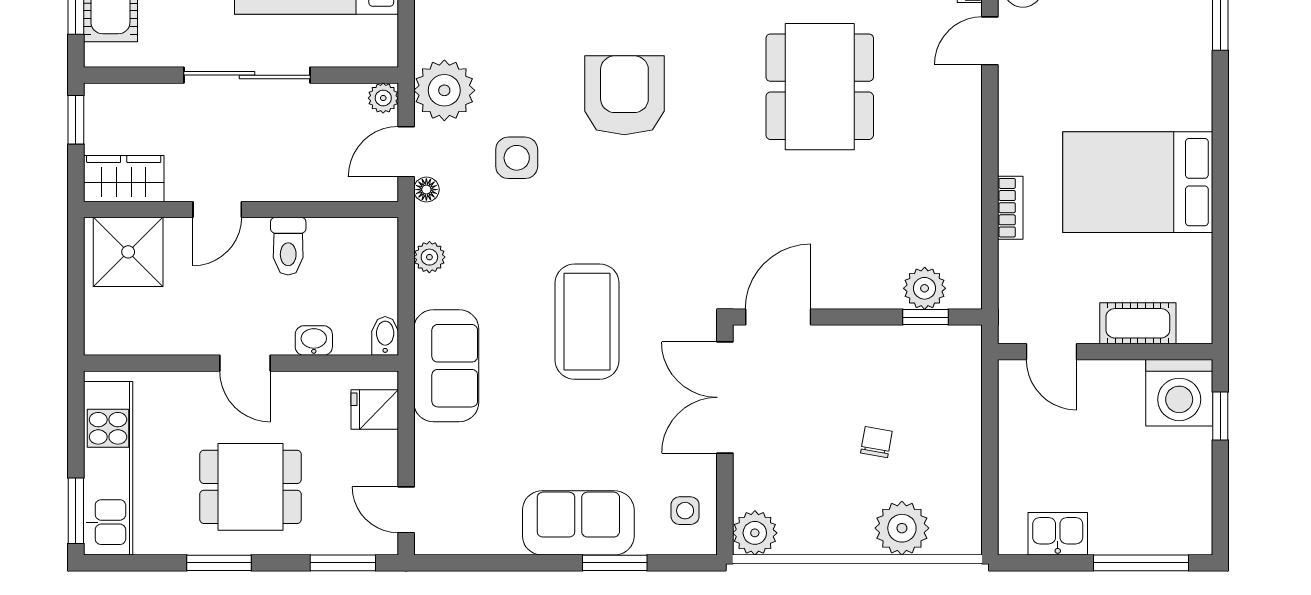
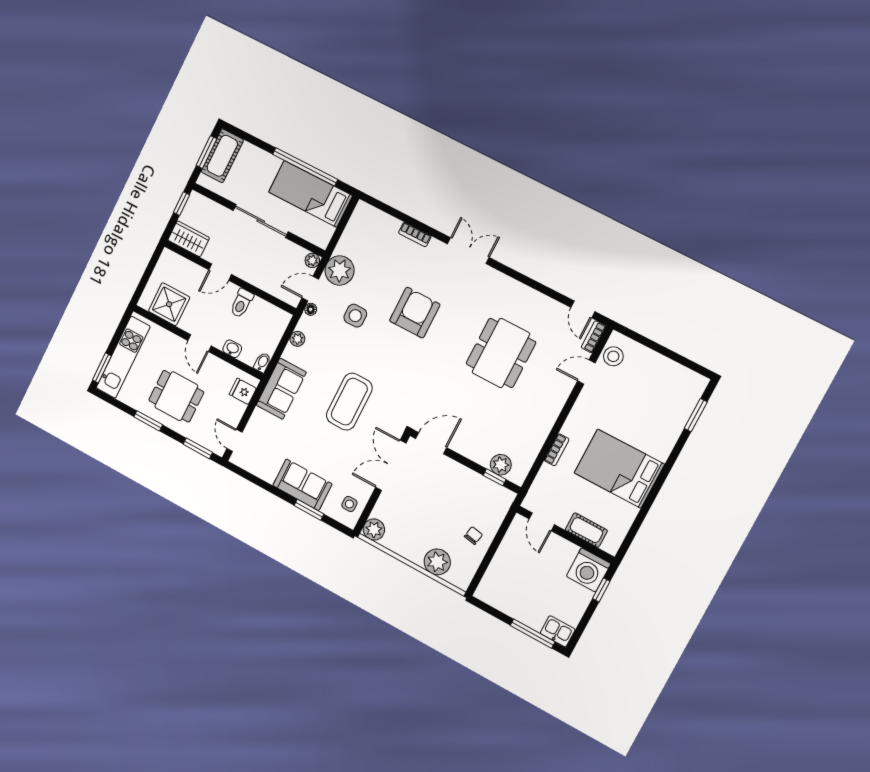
shower: (128, 252) -> (169, 304), moved
chair: (876, 442) -> (473, 536), moved
kitchen sink: (1058, 534) -> (558, 631), moved

